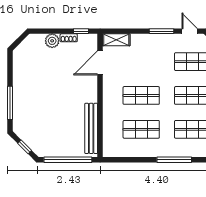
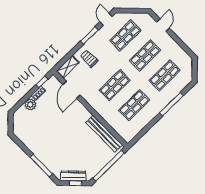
door: (190, 31) -> (106, 19), hinge flipped
trolley: (142, 51) -> (89, 59), added
dresser: (29, 139) -> (73, 176), added

